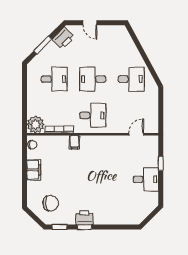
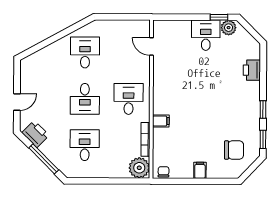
window: (43, 45) -> (44, 159), width x1.44
window: (161, 163) -> (219, 17), moved
filing cabinet: (34, 170) -> (200, 170), width x0.50
plant: (152, 198) -> (229, 28), added
chair: (51, 203) -> (234, 150), turned 97
printer: (84, 218) -> (252, 70), moved

